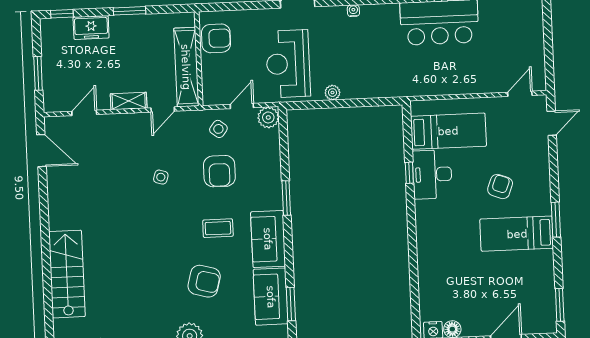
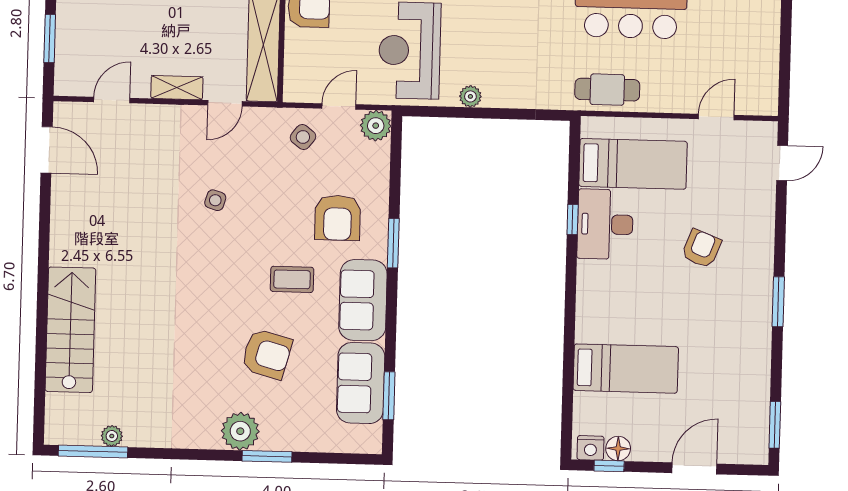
cafe table: (427, 81) -> (607, 90), added
door: (520, 94) -> (716, 117), moved
armchair: (219, 171) -> (338, 218), moved
bed: (517, 234) -> (626, 369), moved, turned 180

